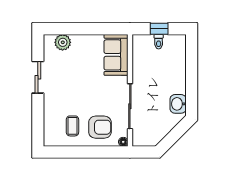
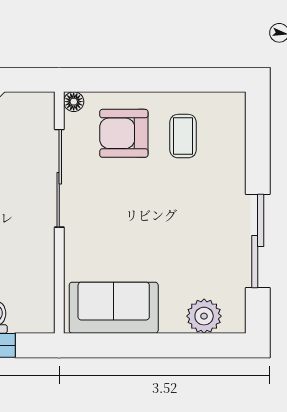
sofa: (116, 55) -> (114, 308), moved, turned -90
sliding door: (38, 77) -> (258, 241), width x1.37

